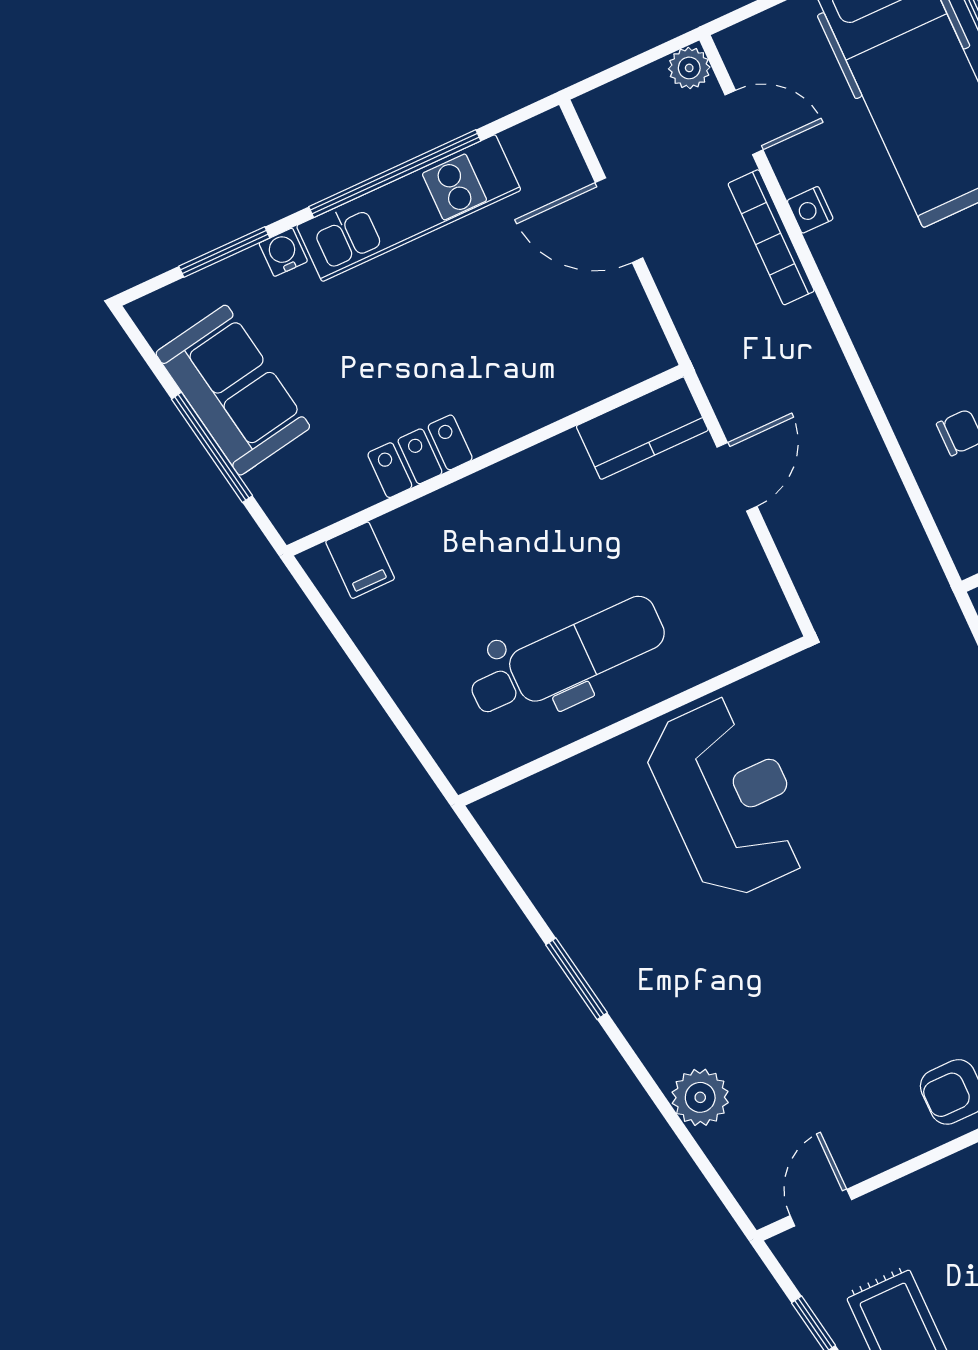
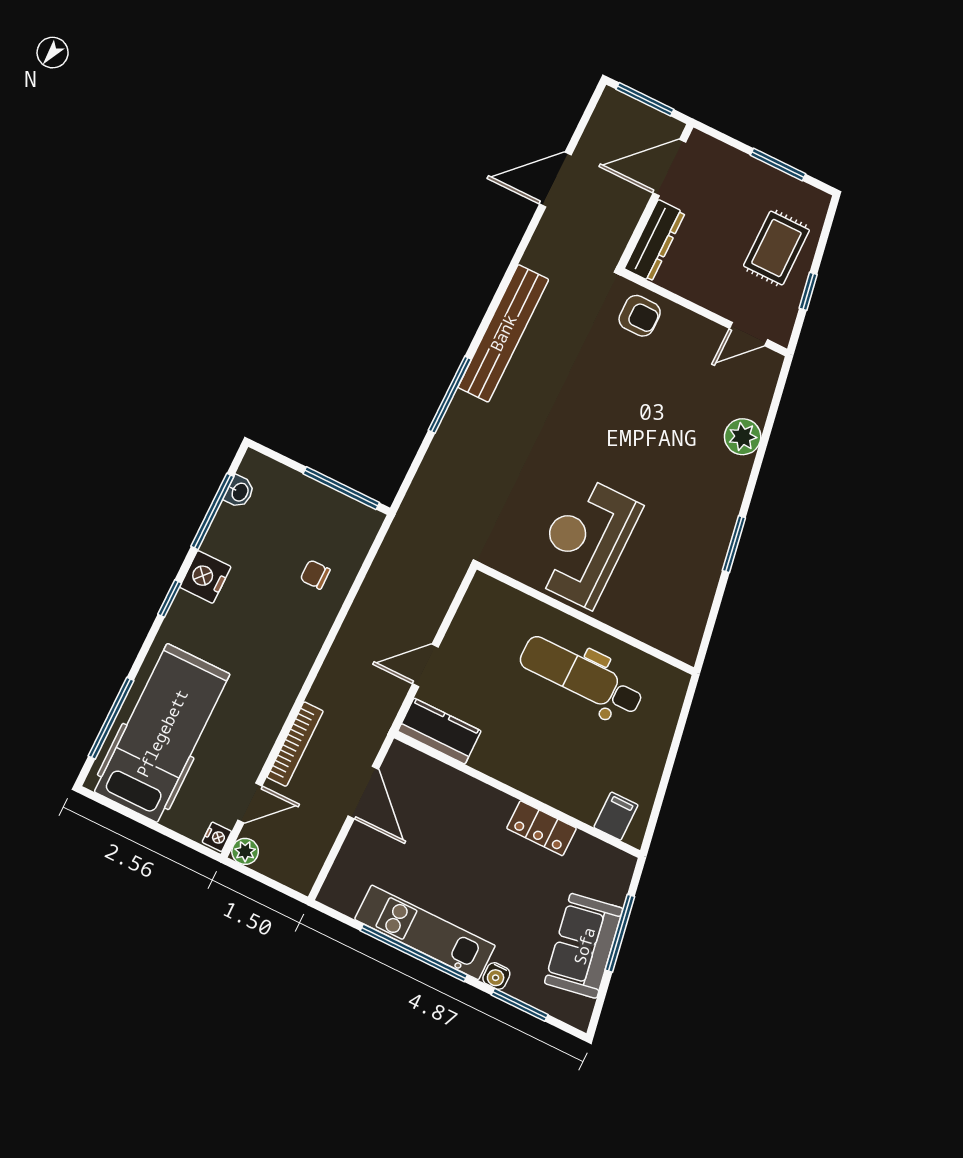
door: (744, 122) -> (250, 803), swing flipped
nightstand: (810, 210) -> (217, 837), moved
door: (619, 220) -> (363, 792), moved

